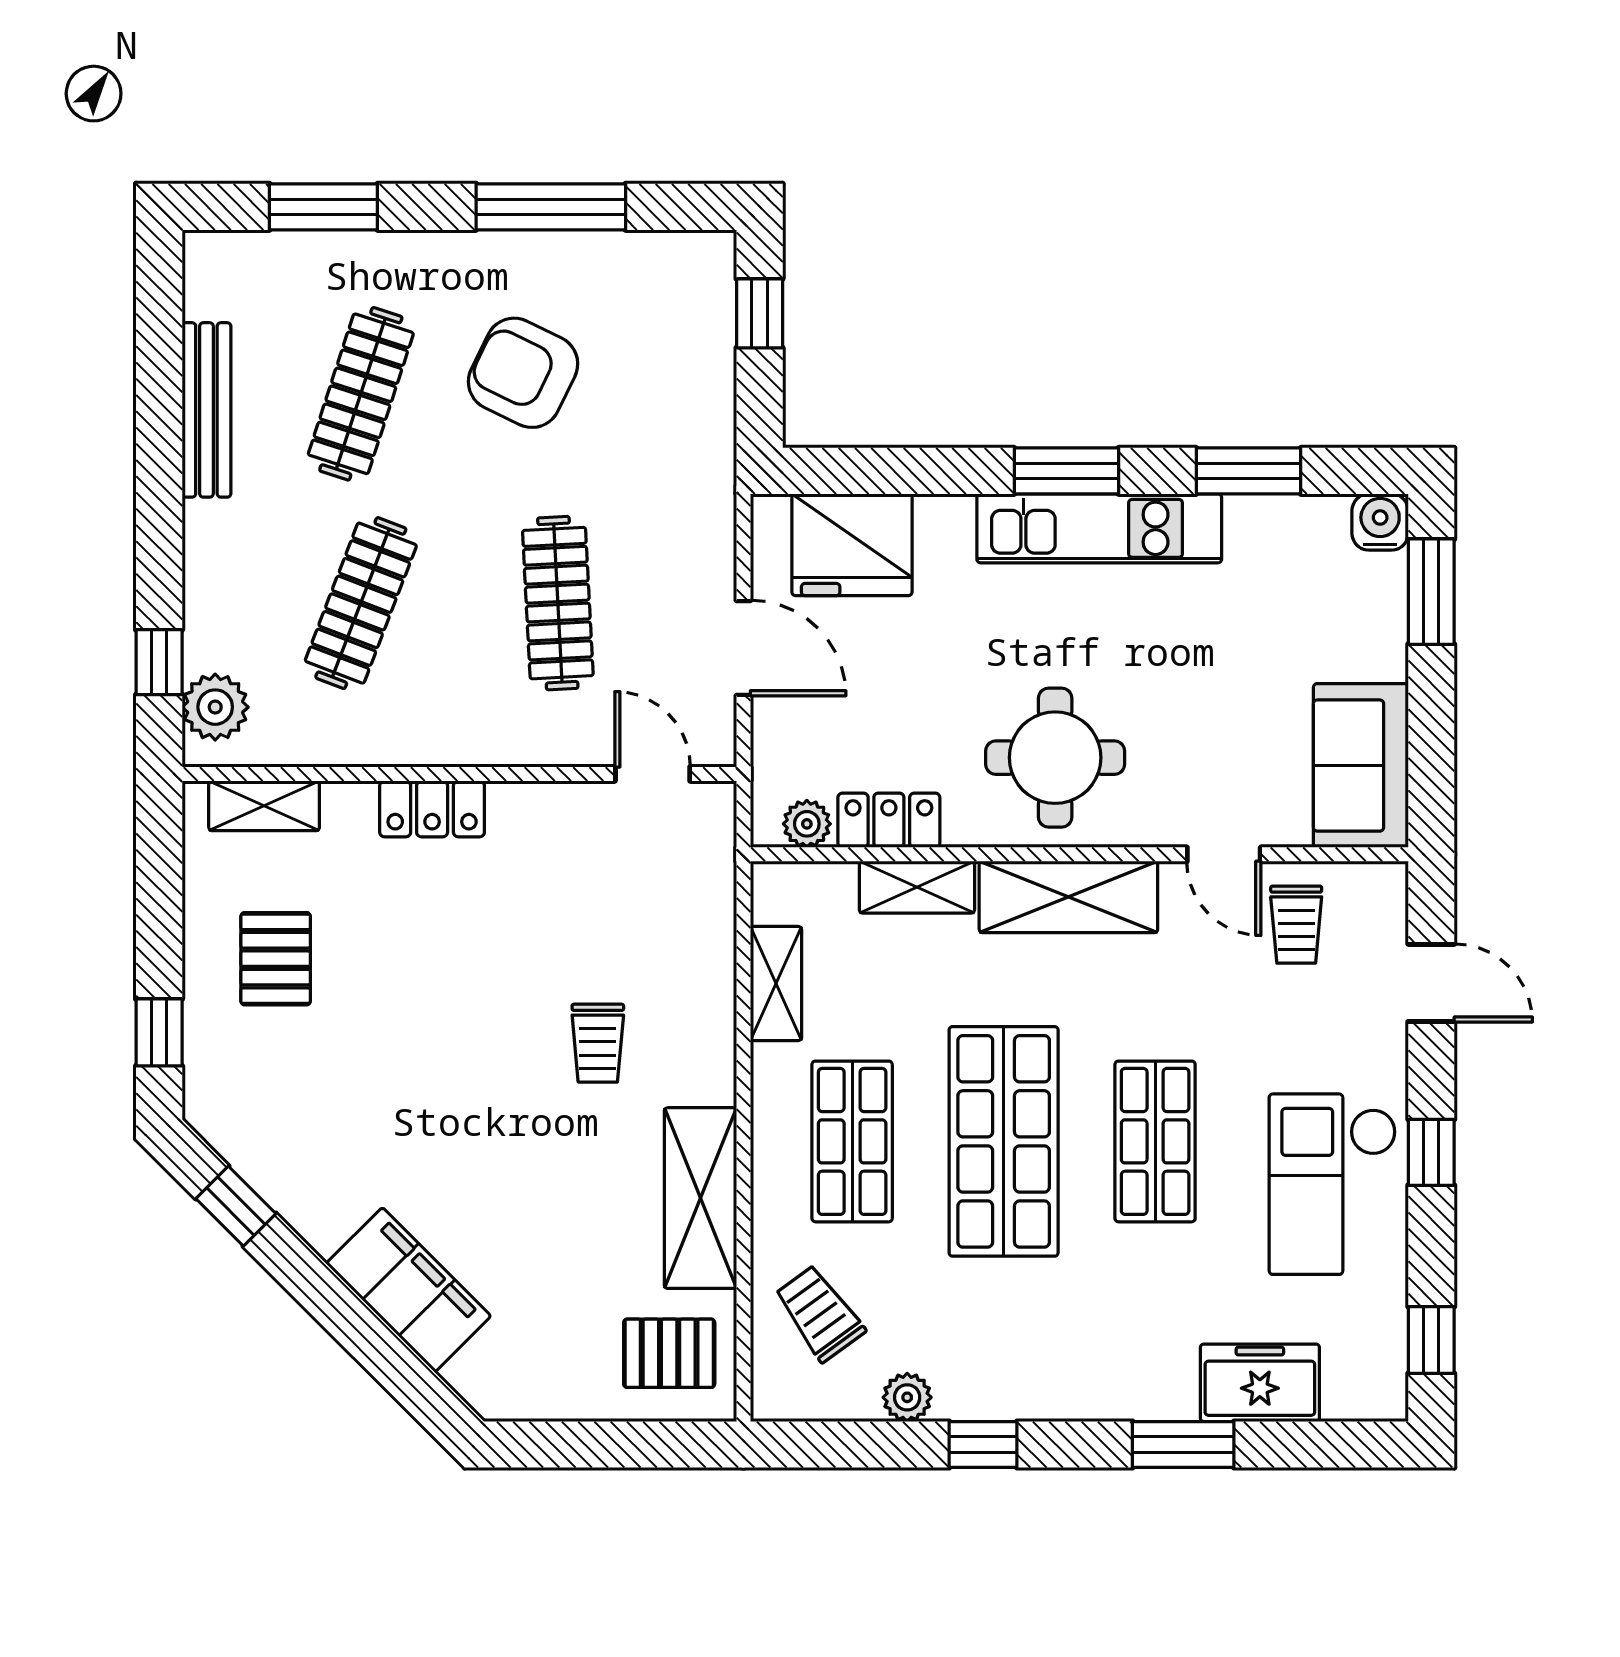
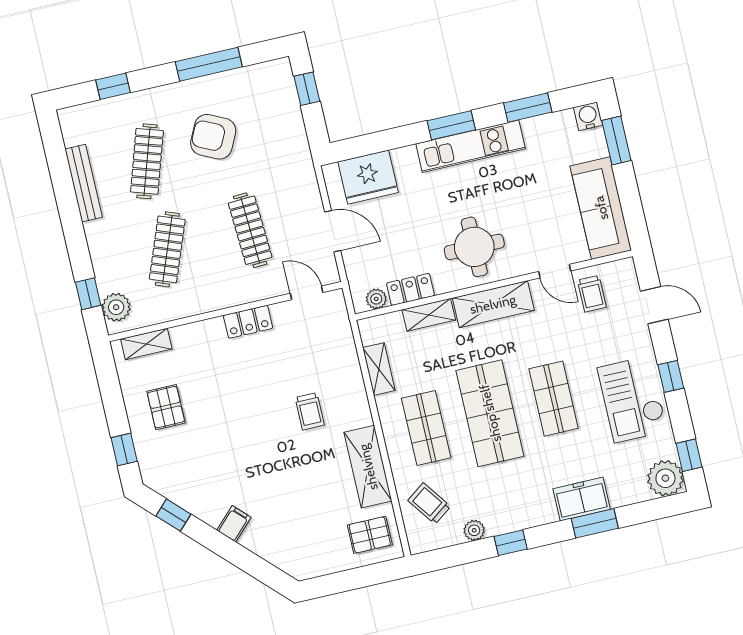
window: (323, 207) -> (113, 86), width x0.67
sofa: (1361, 766) -> (601, 208), width x1.36
locker: (432, 809) -> (248, 322), moved
filing cabinet: (409, 1290) -> (234, 524), width x0.33, depth x0.86
plant: (1366, 1379) -> (665, 478), added
freezer: (1260, 1383) -> (582, 499), moved

